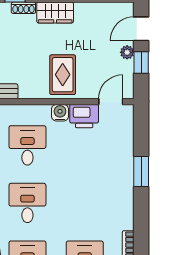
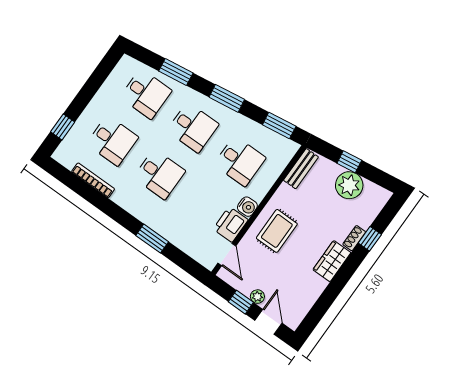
rug: (63, 75) -> (277, 231), turned 90
desk: (85, 203) -> (159, 174), added

